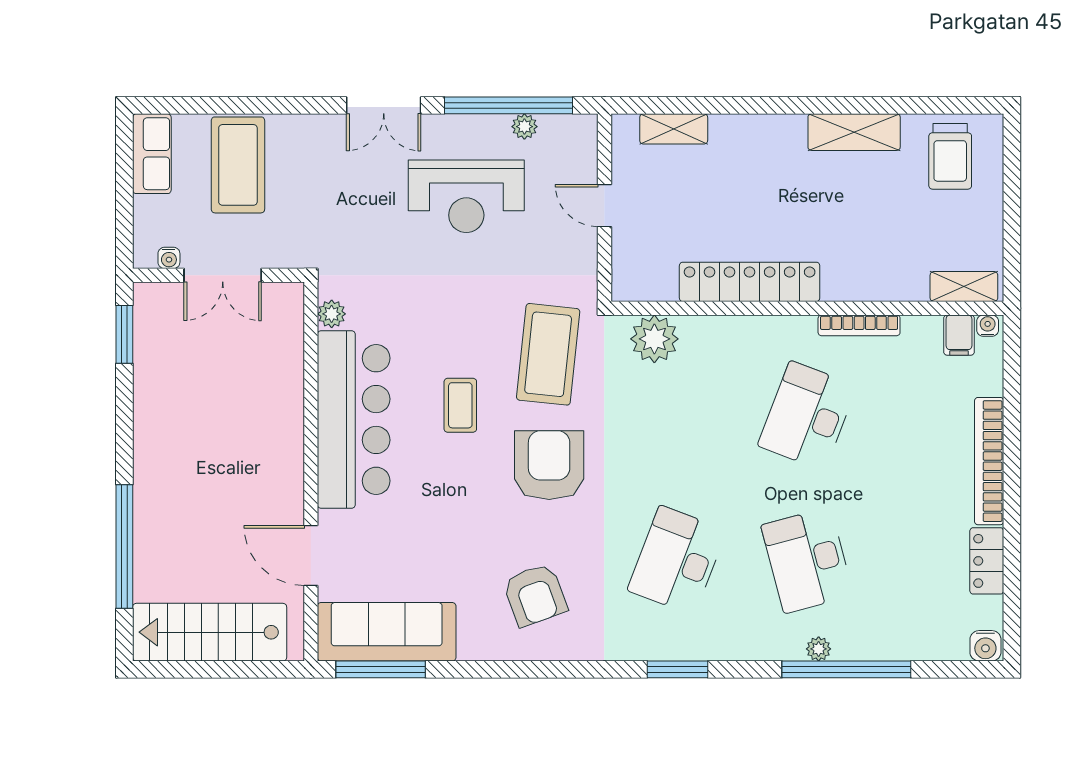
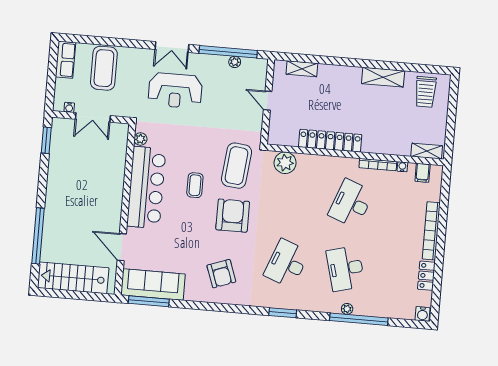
reception desk: (466, 196) -> (175, 91), moved
water cooler: (988, 326) -> (402, 167), moved

